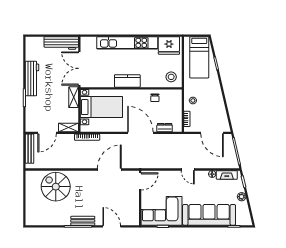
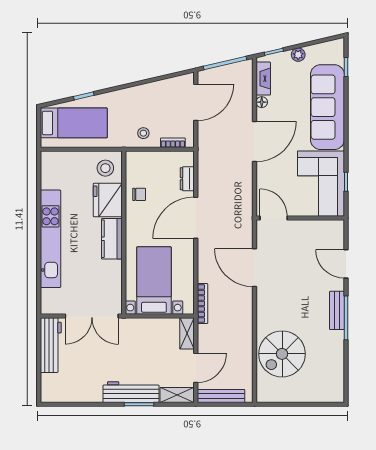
fridge: (169, 45) -> (108, 200), moved, turned 180
workbench: (32, 79) -> (131, 392), moved
shelving: (74, 97) -> (177, 395), moved
door: (47, 133) -> (196, 368), hinge flipped
door: (188, 170) -> (254, 141), width x1.87
door: (112, 226) -> (346, 264), hinge flipped

